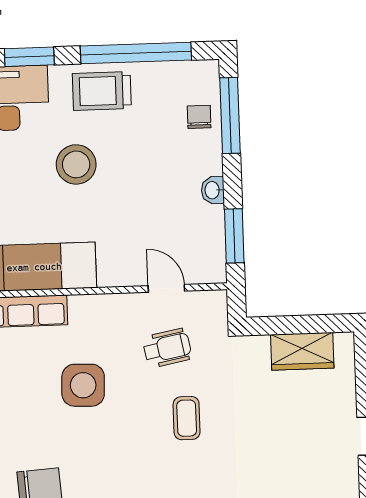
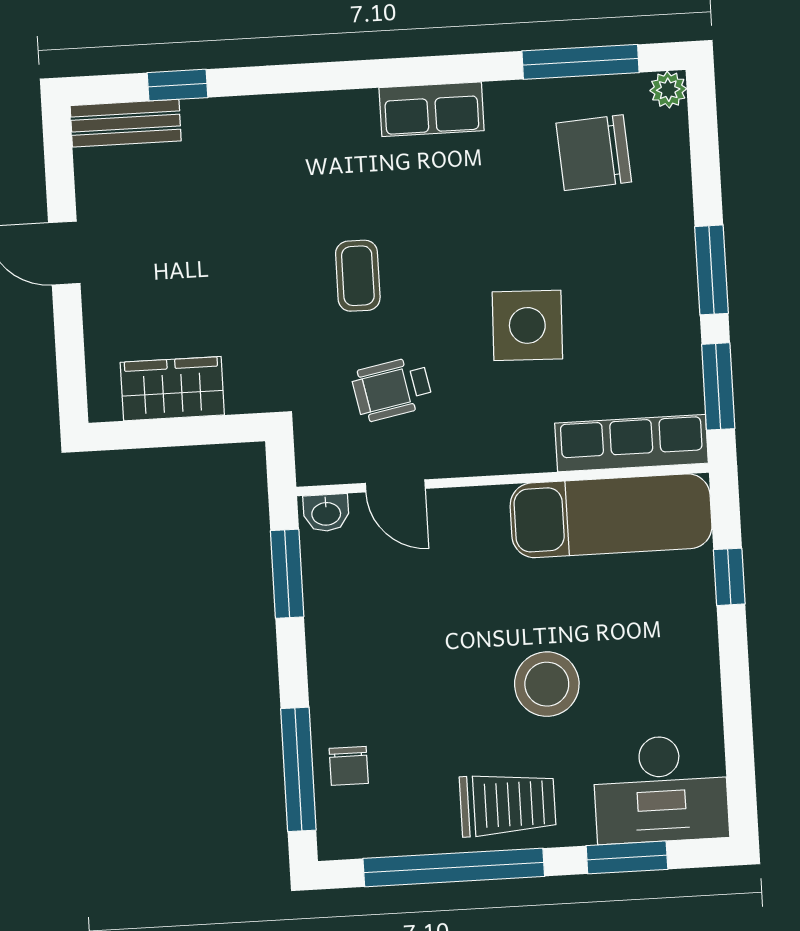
washbasin: (213, 190) -> (326, 513), moved, turned 90

